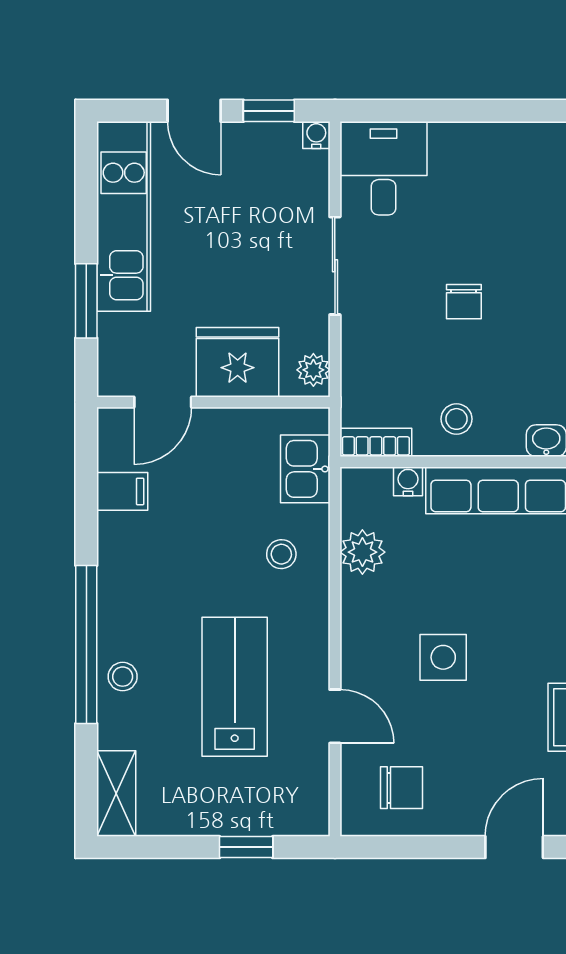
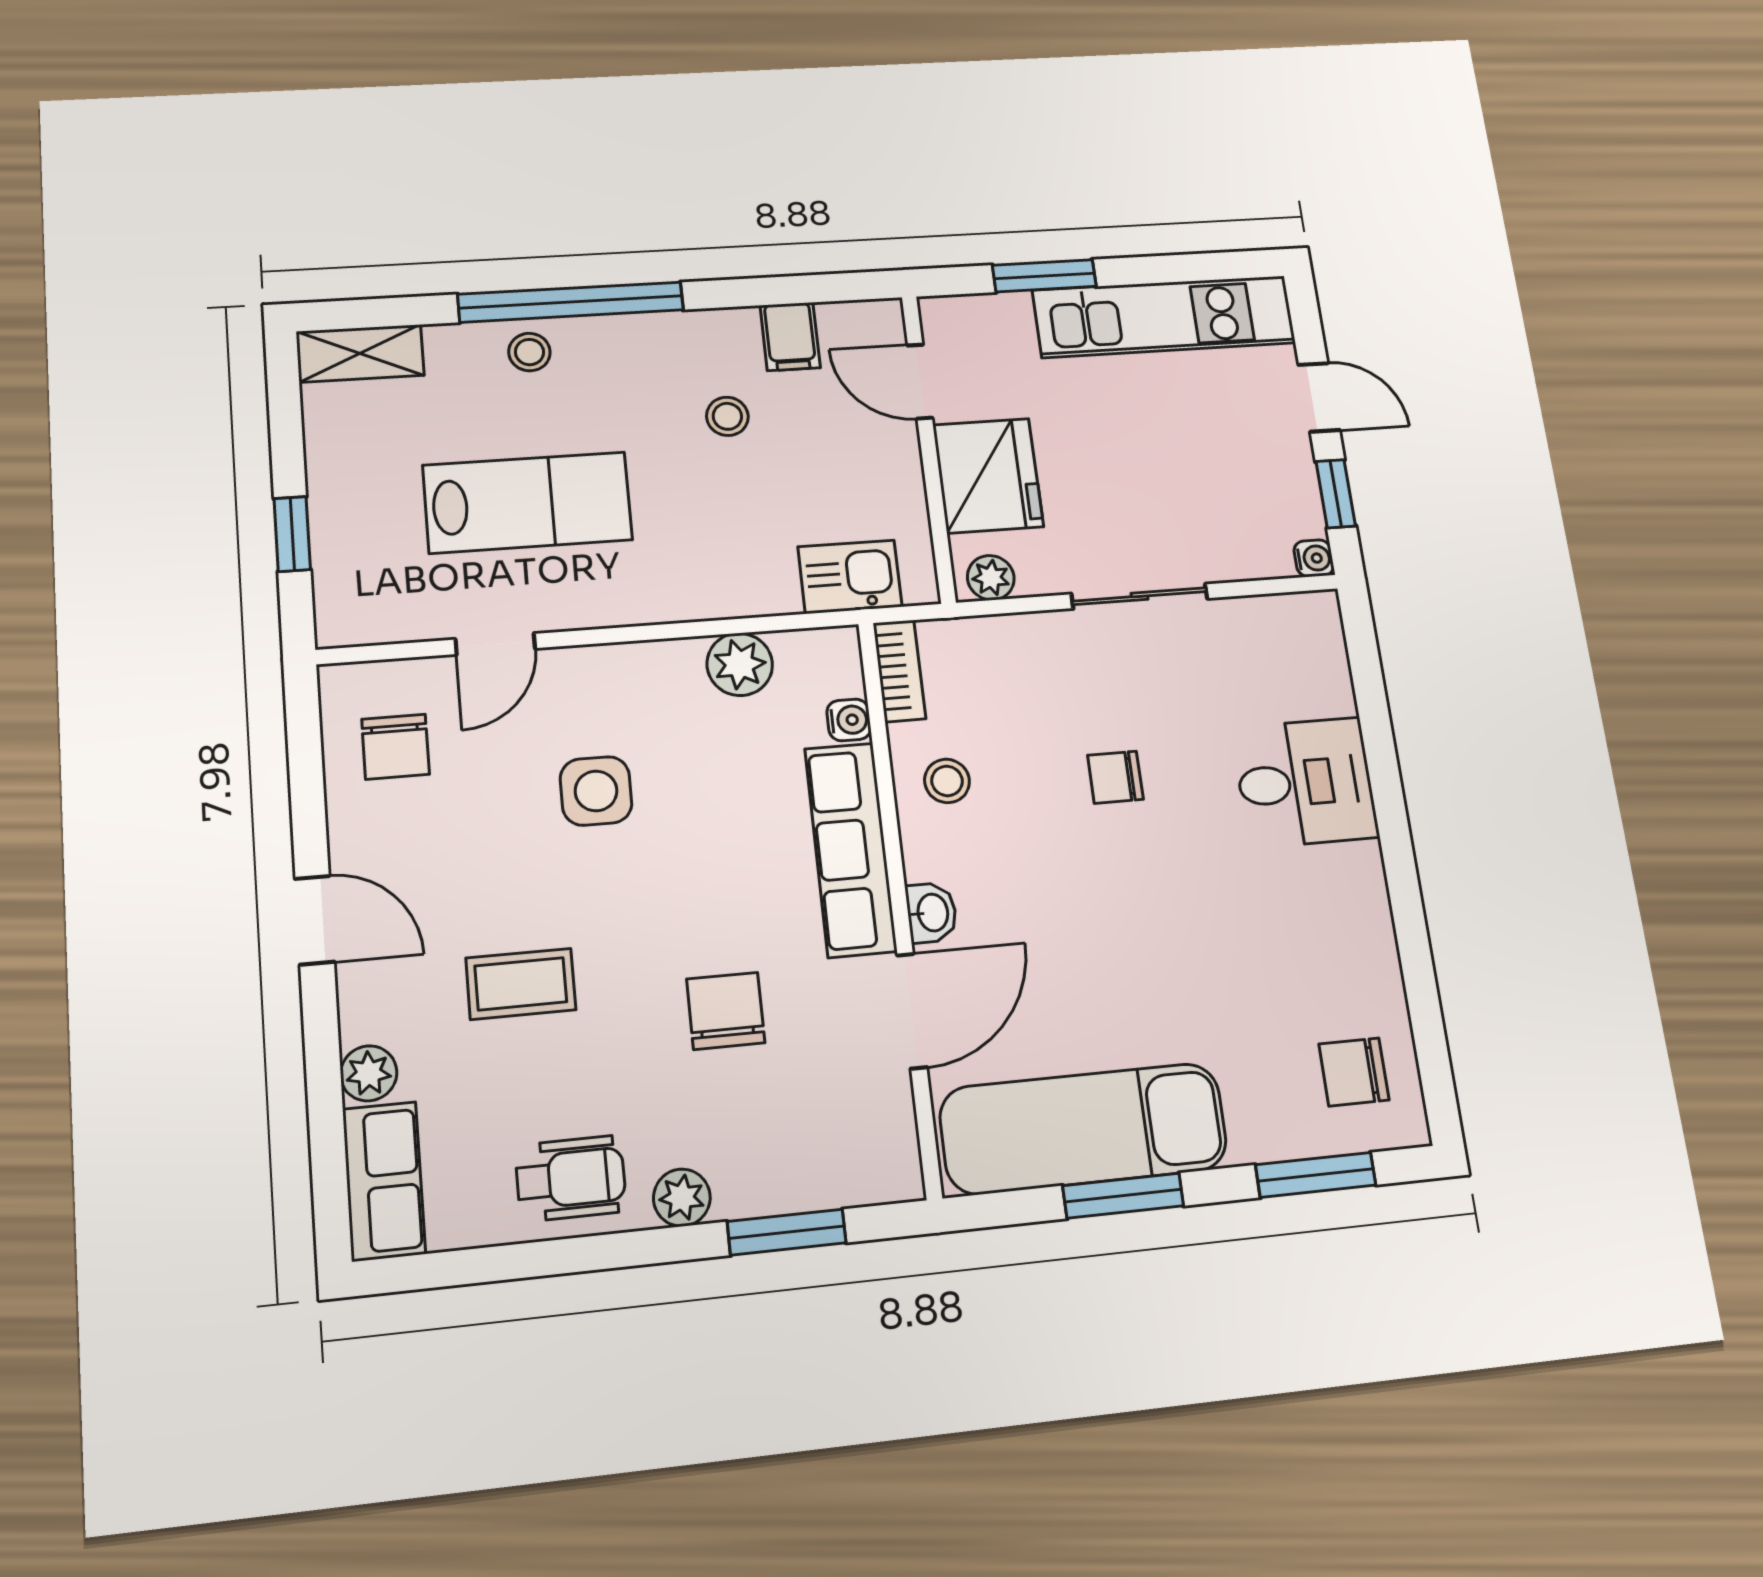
door: (194, 111) -> (1319, 397), swing flipped
desk: (384, 168) -> (1305, 782), moved
stool: (281, 554) -> (727, 416), moved

